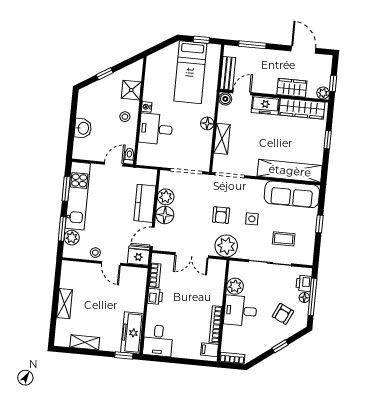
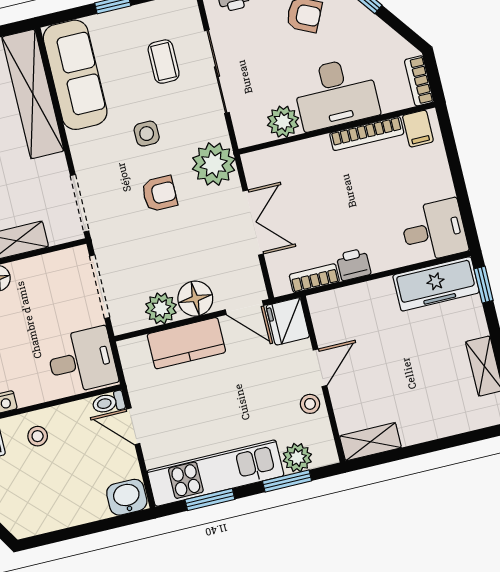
washbasin: (83, 128) -> (127, 497), moved
desk: (156, 129) -> (82, 361), moved, turned -90
shelving: (65, 304) -> (370, 442), moved
desk: (240, 311) -> (336, 94), width x1.37

